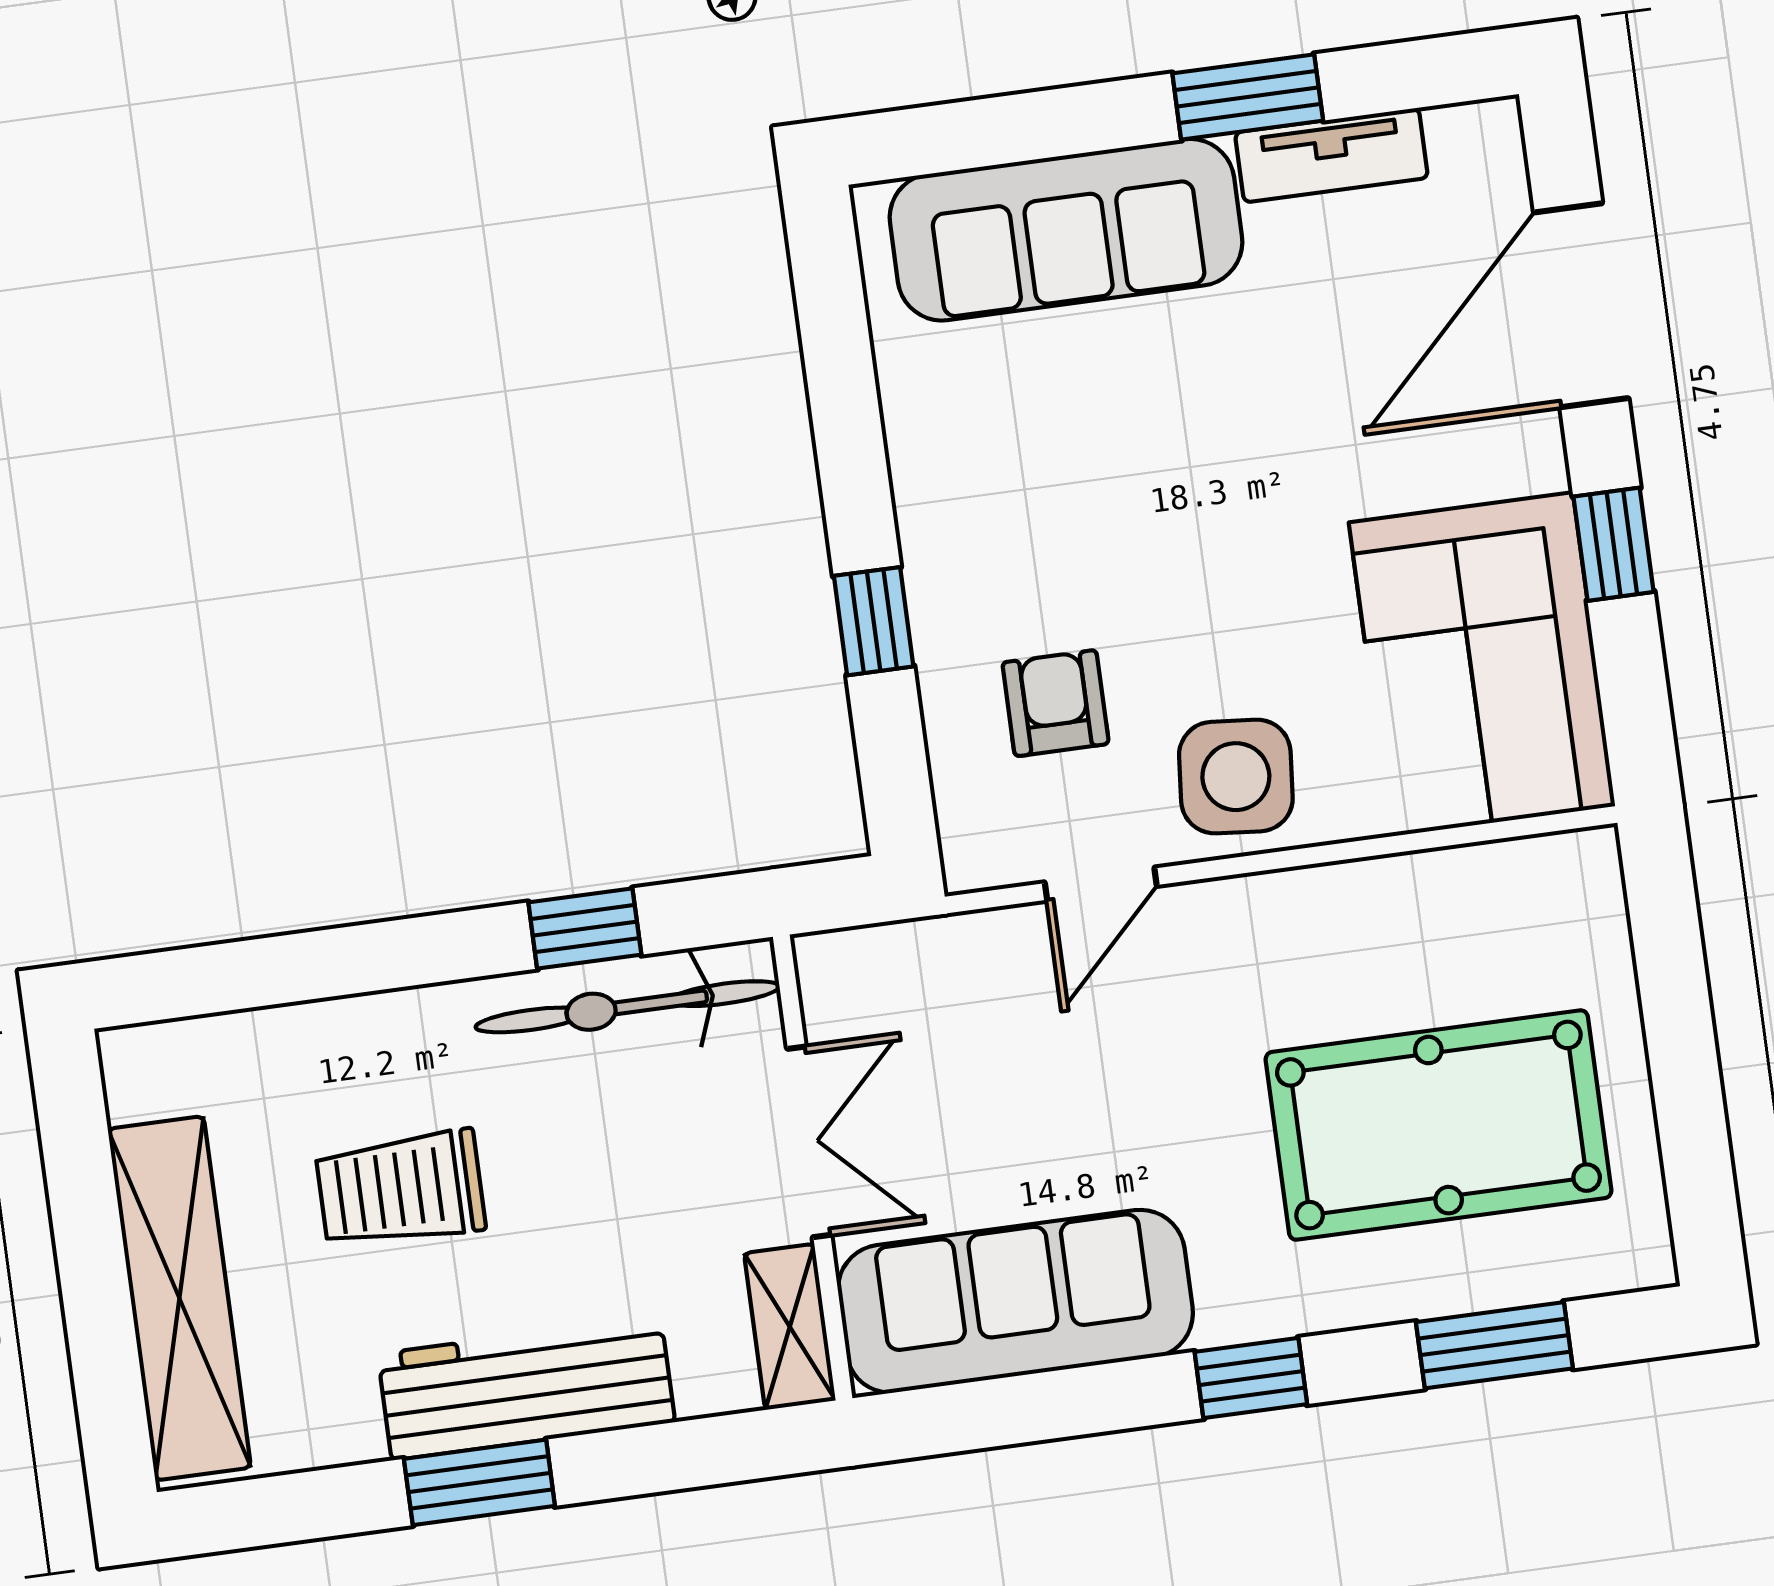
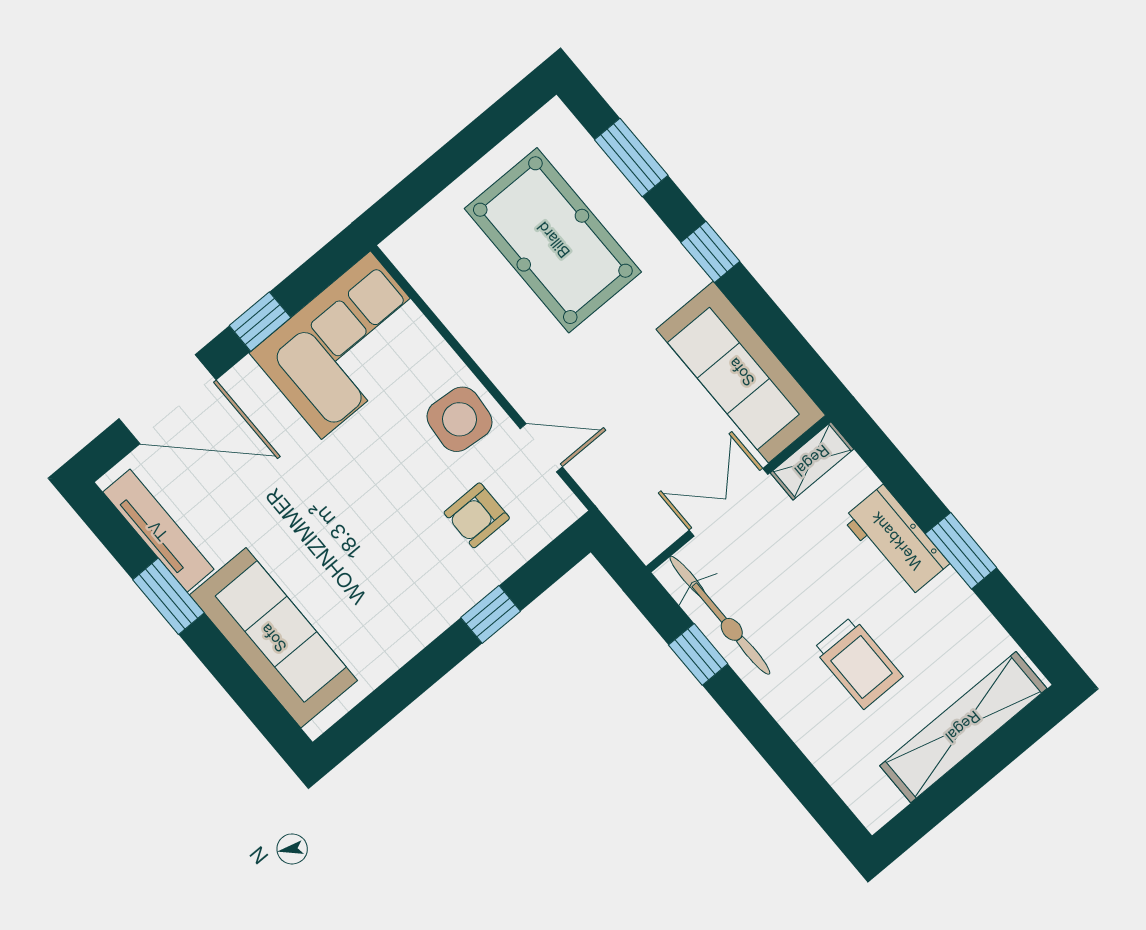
tv unit: (1331, 155) -> (158, 531), width x1.41
workbench: (526, 1388) -> (896, 541), width x0.73

